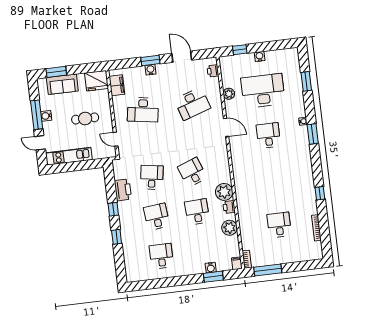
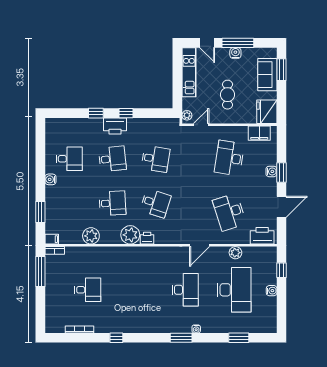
printer: (213, 71) -> (262, 236), width x1.87, depth x1.48
desk: (268, 135) -> (185, 290), width x1.37
door: (40, 143) -> (207, 43), swing flipped
plant: (109, 153) -> (187, 115), added
desk: (192, 172) -> (155, 203), turned 39
printer: (123, 190) -> (115, 126), moved
printer: (229, 207) -> (147, 238), moved
water cooler: (211, 268) -> (50, 179), moved

